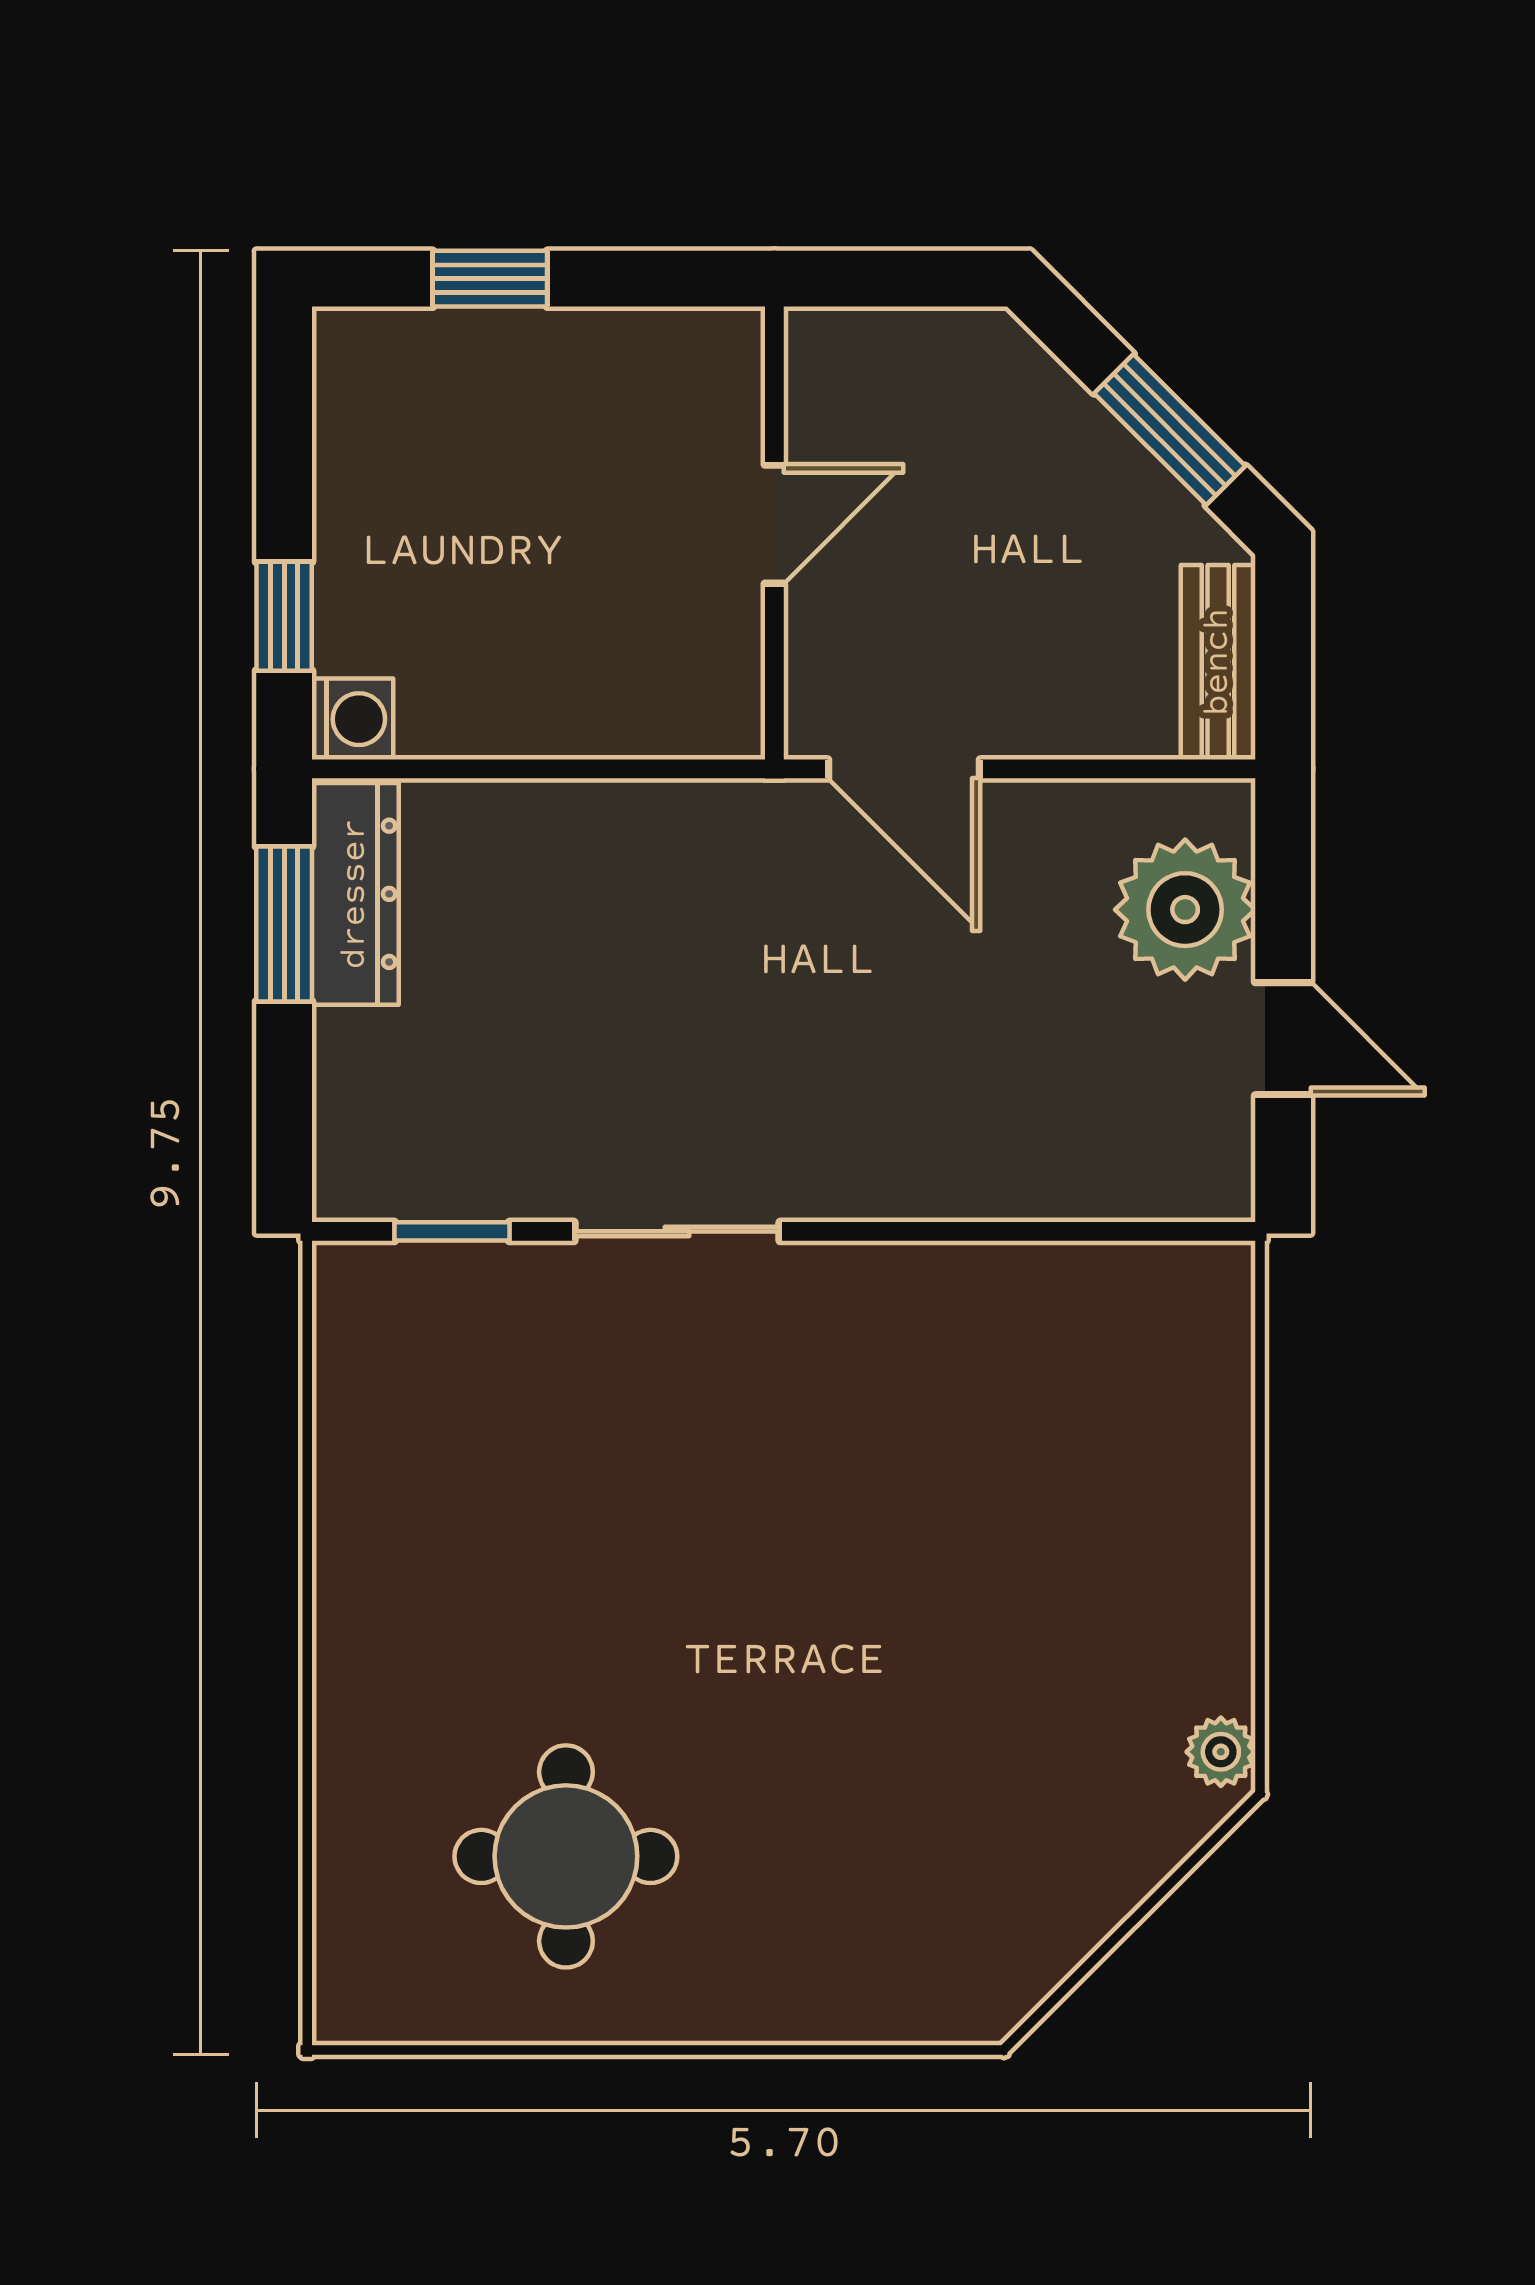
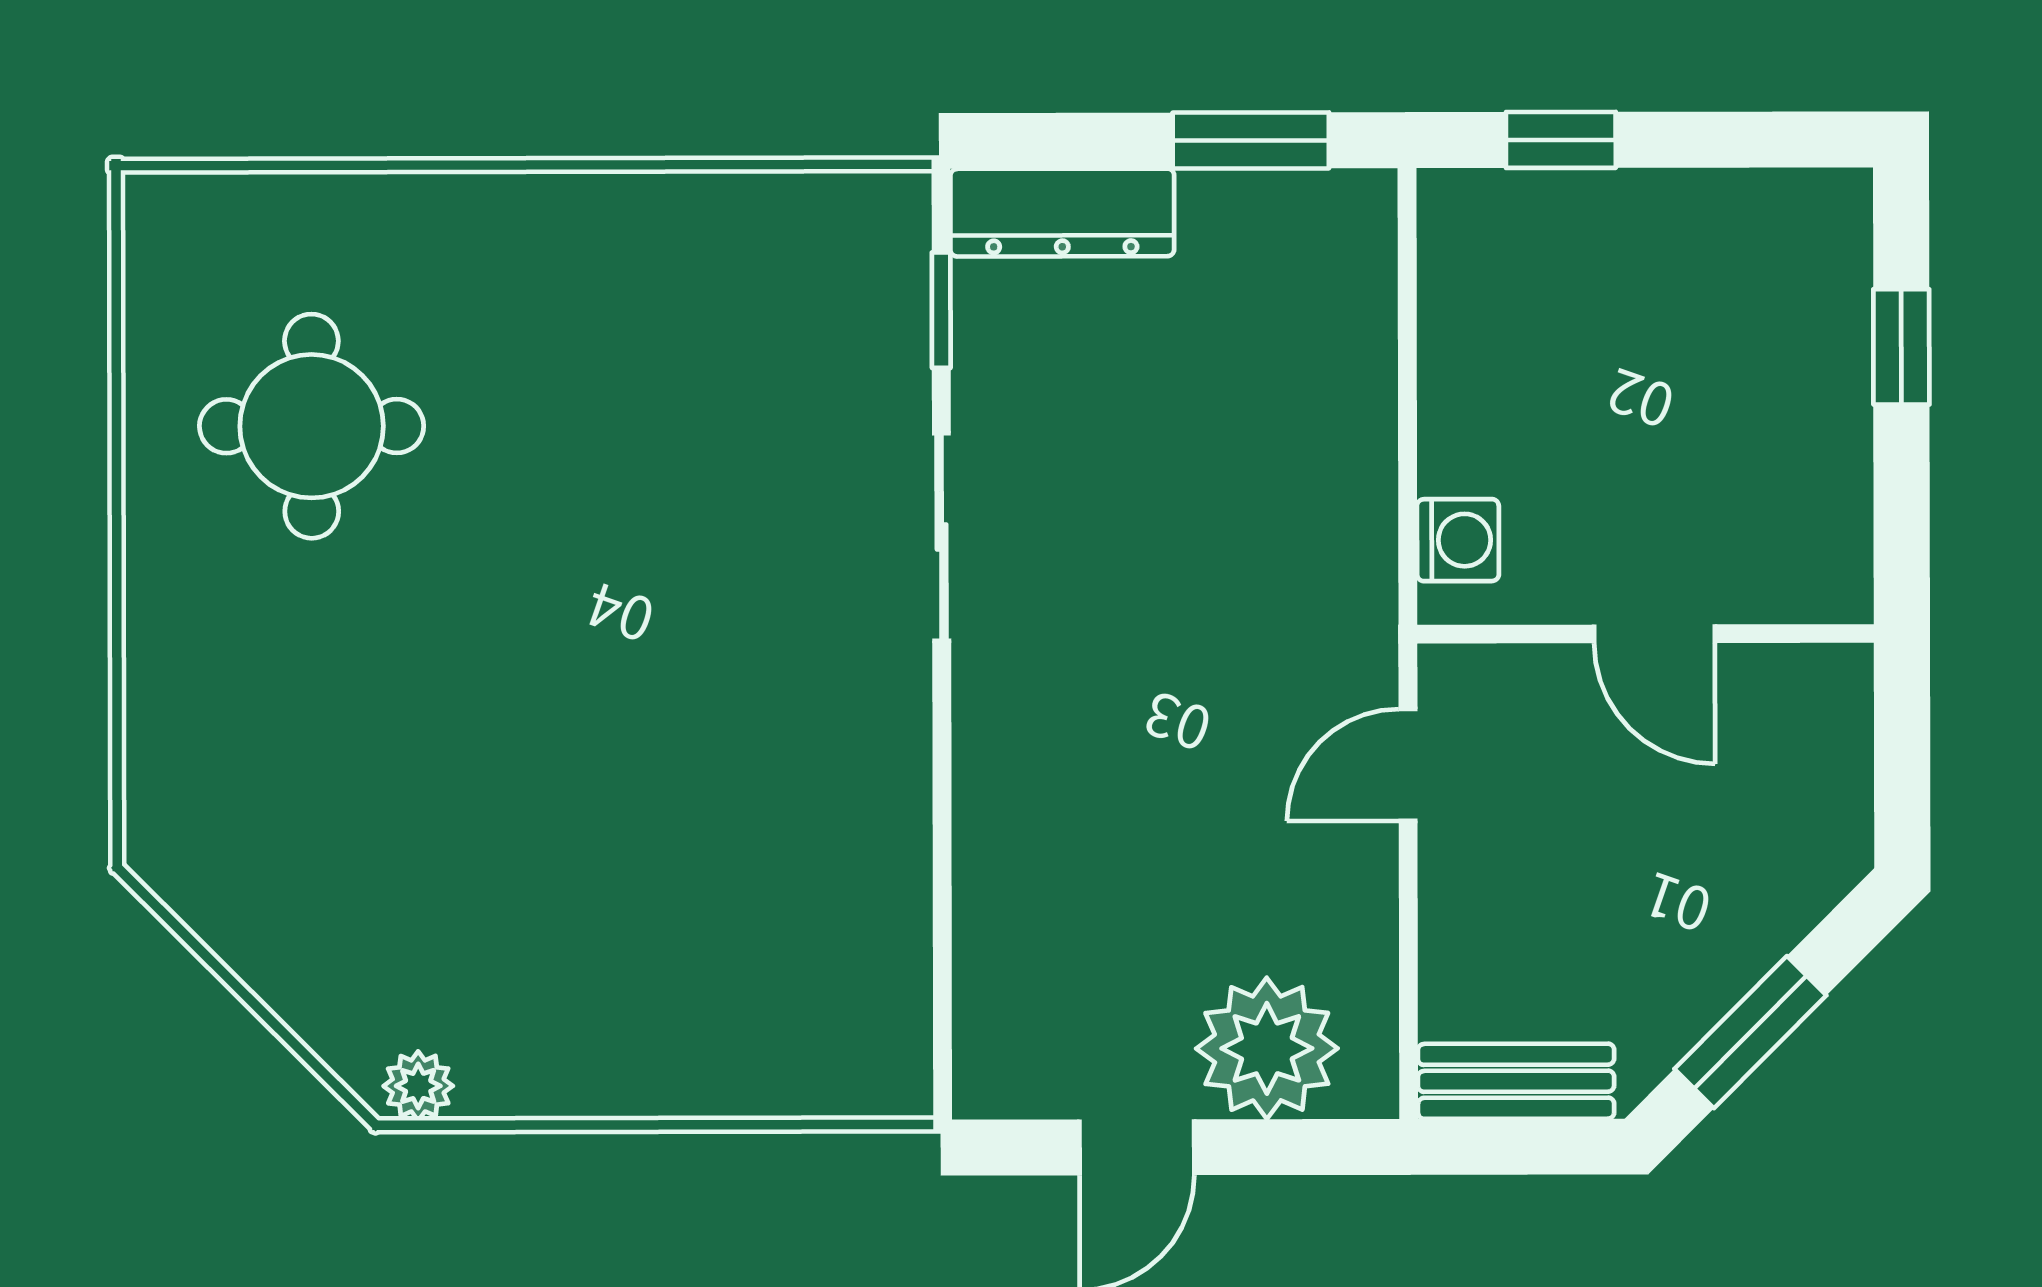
washing machine: (352, 719) -> (1458, 540), moved, turned -90
door: (904, 769) -> (1408, 765), width x0.73
dresser: (355, 894) -> (1062, 213), moved

